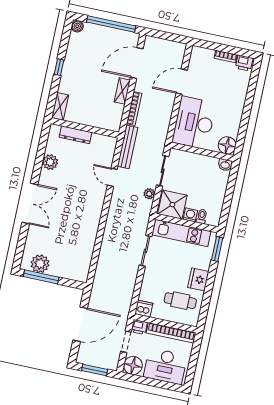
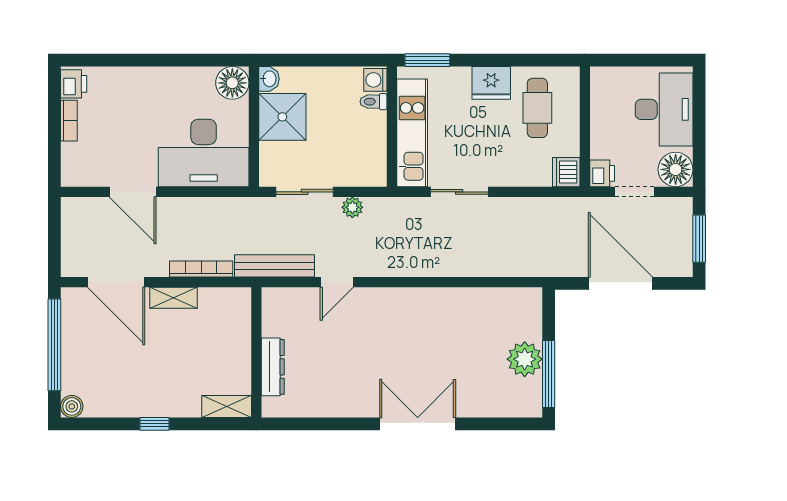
plant: (50, 162) -> (333, 403), removed
shower: (172, 205) -> (282, 117), moved
washing machine: (190, 215) -> (375, 80), moved
plant: (40, 264) -> (525, 359), moved
bookcase: (171, 333) -> (600, 113), removed

